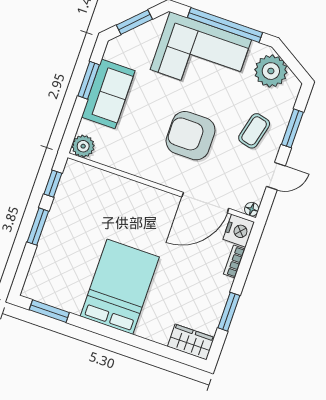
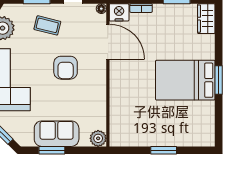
armchair: (191, 136) -> (66, 68), width x0.73, depth x0.73
window: (53, 184) -> (131, 150), removed
window: (49, 311) -> (219, 80), moved

